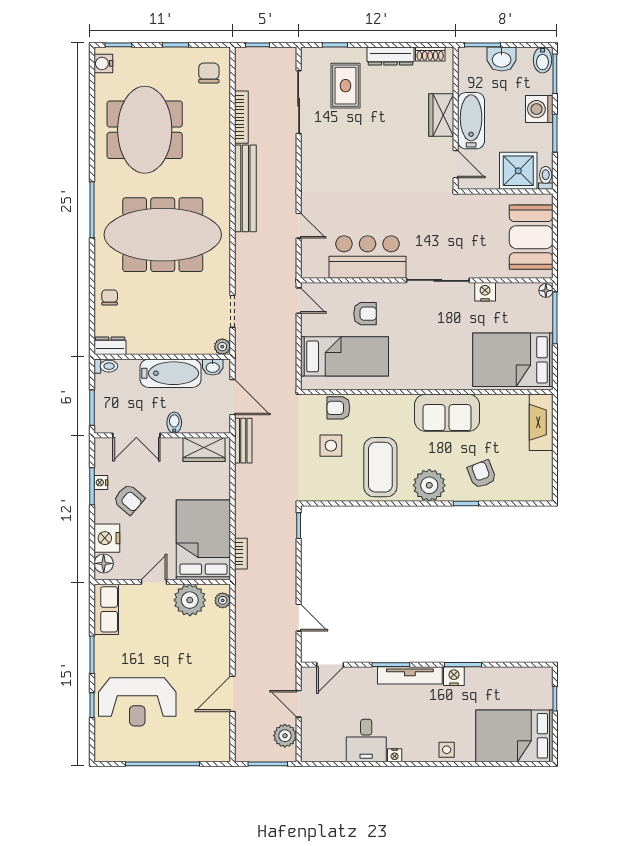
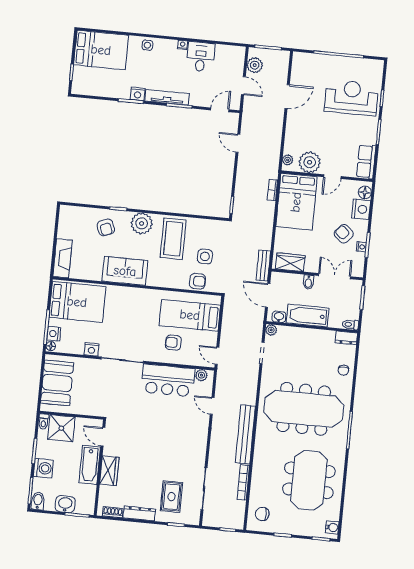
chair: (209, 73) -> (262, 514), turned 90
plant: (319, 270) -> (201, 375), added
nightstand: (543, 310) -> (54, 334), added

